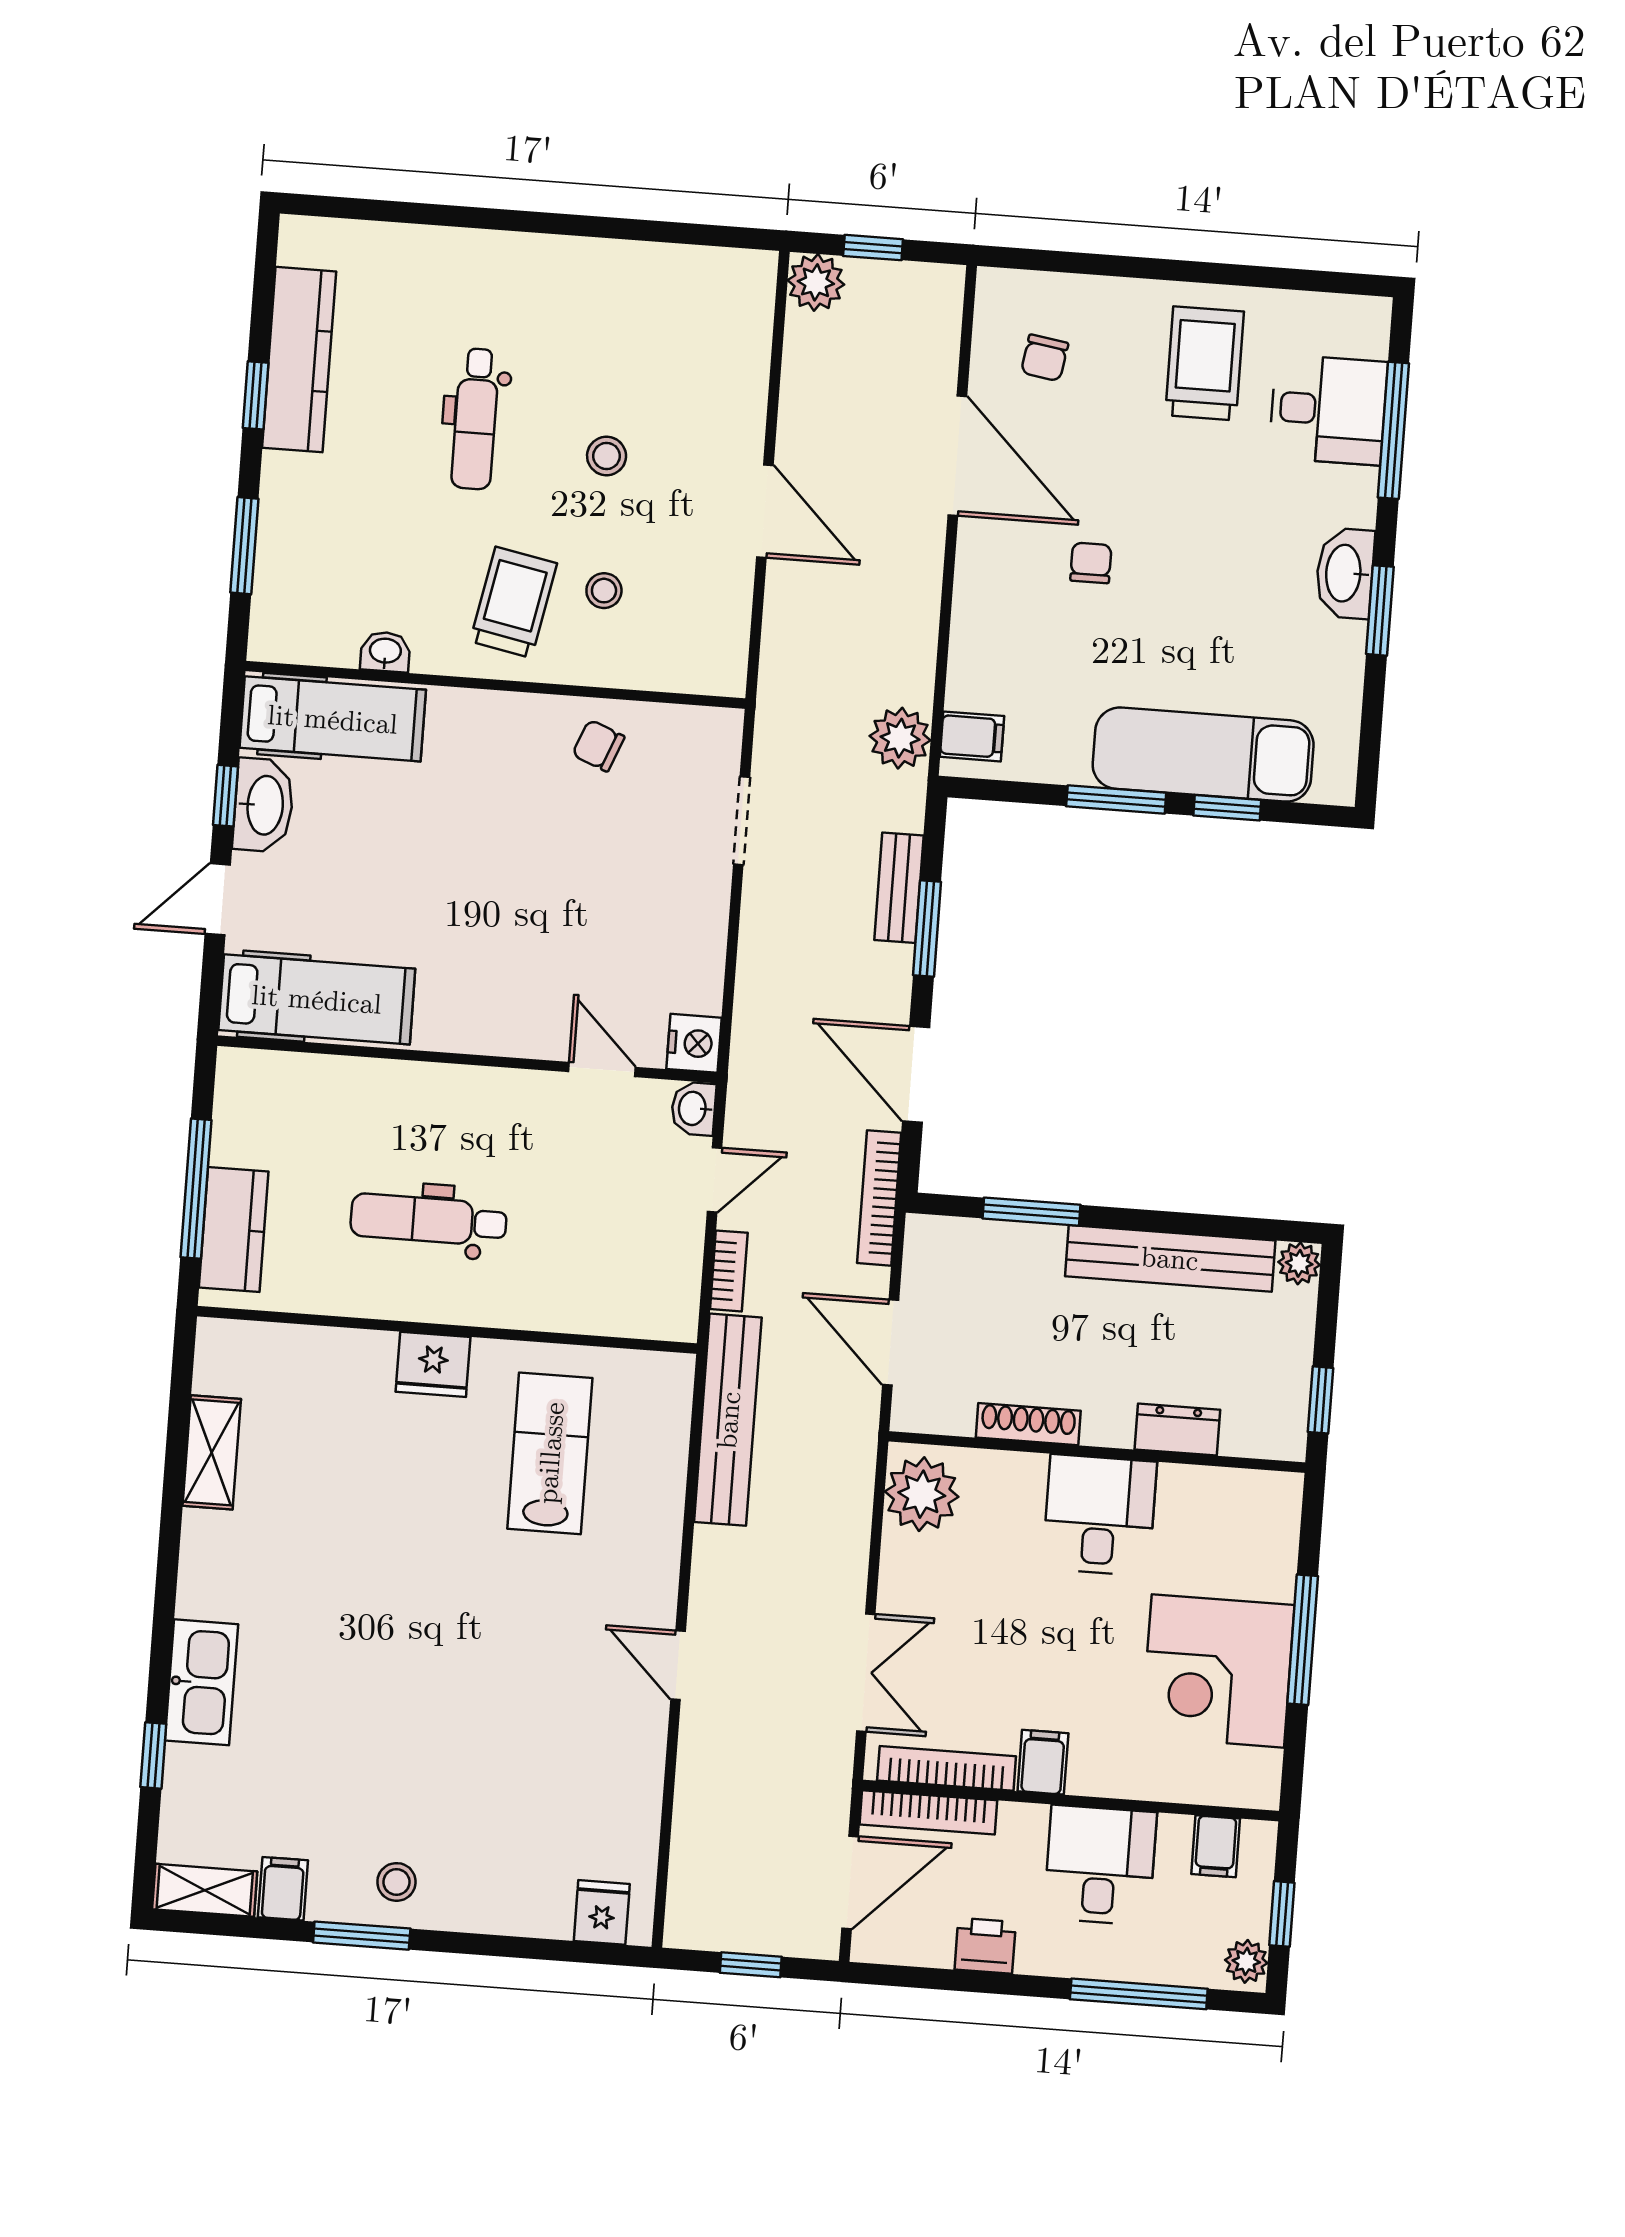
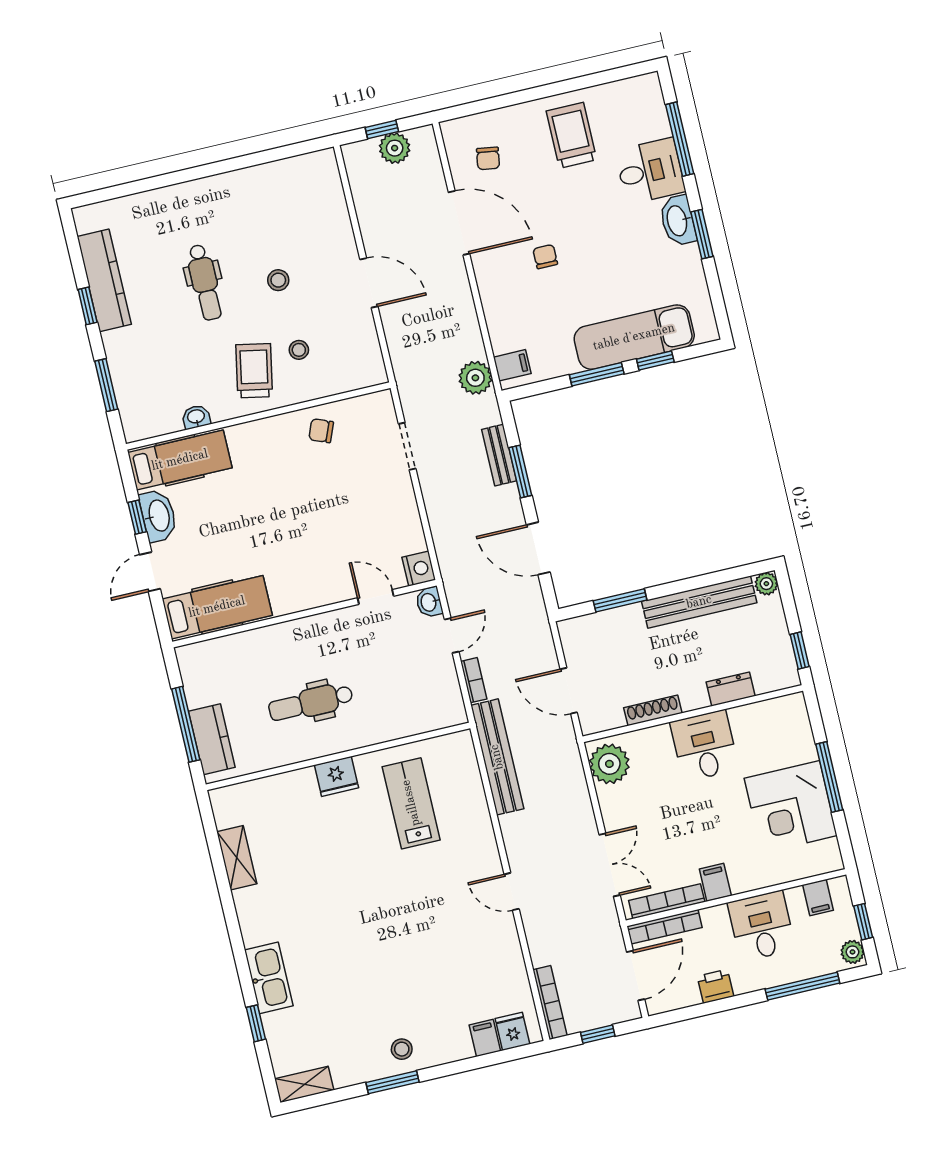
plant: (816, 282) -> (395, 148), moved
desk: (1328, 410) -> (650, 171), moved
bookcase: (879, 1198) -> (550, 1003), moved, turned 180
filing cabinet: (283, 1889) -> (485, 1038), moved

